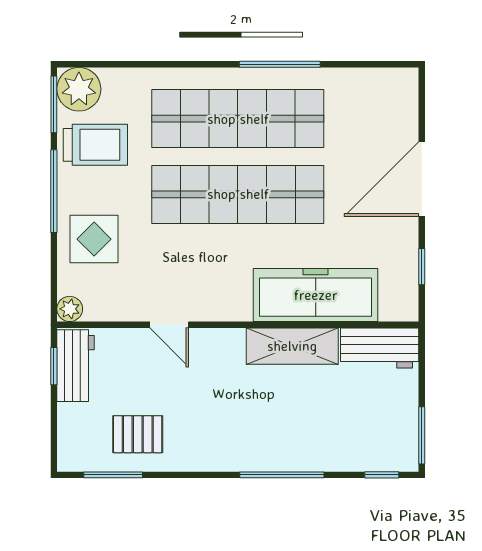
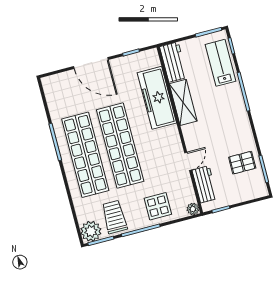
workbench: (76, 366) -> (205, 184), moved, turned 90
pallet: (138, 434) -> (242, 163), turned 90
lab bench: (353, 443) -> (220, 63), added

